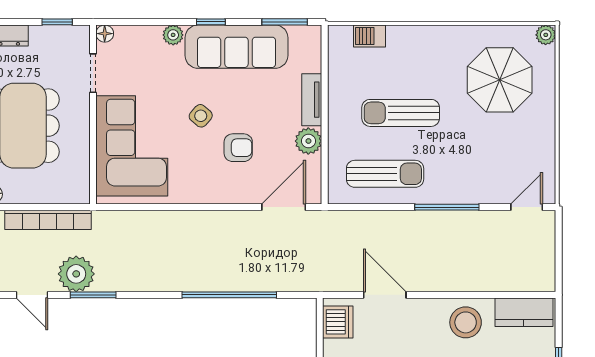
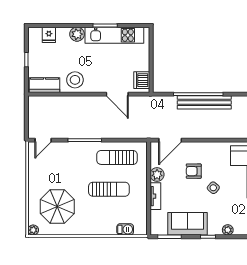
sofa: (236, 47) -> (187, 224), width x0.73
bench: (218, 279) -> (204, 102), added

